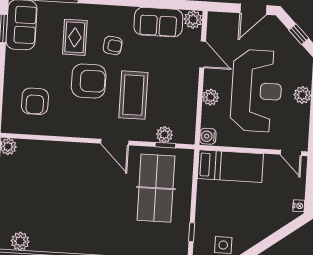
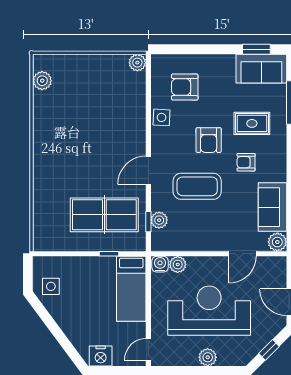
armchair: (113, 45) -> (246, 162), turned 83
armchair: (89, 81) -> (209, 140), width x0.73, depth x0.73
reception desk: (257, 91) -> (209, 311), turned 180
plant: (211, 97) -> (178, 265), moved
side table: (63, 126) -> (161, 117), added
nightstand: (299, 206) -> (101, 356), width x1.89, depth x1.79
window: (192, 232) -> (109, 254), moved

